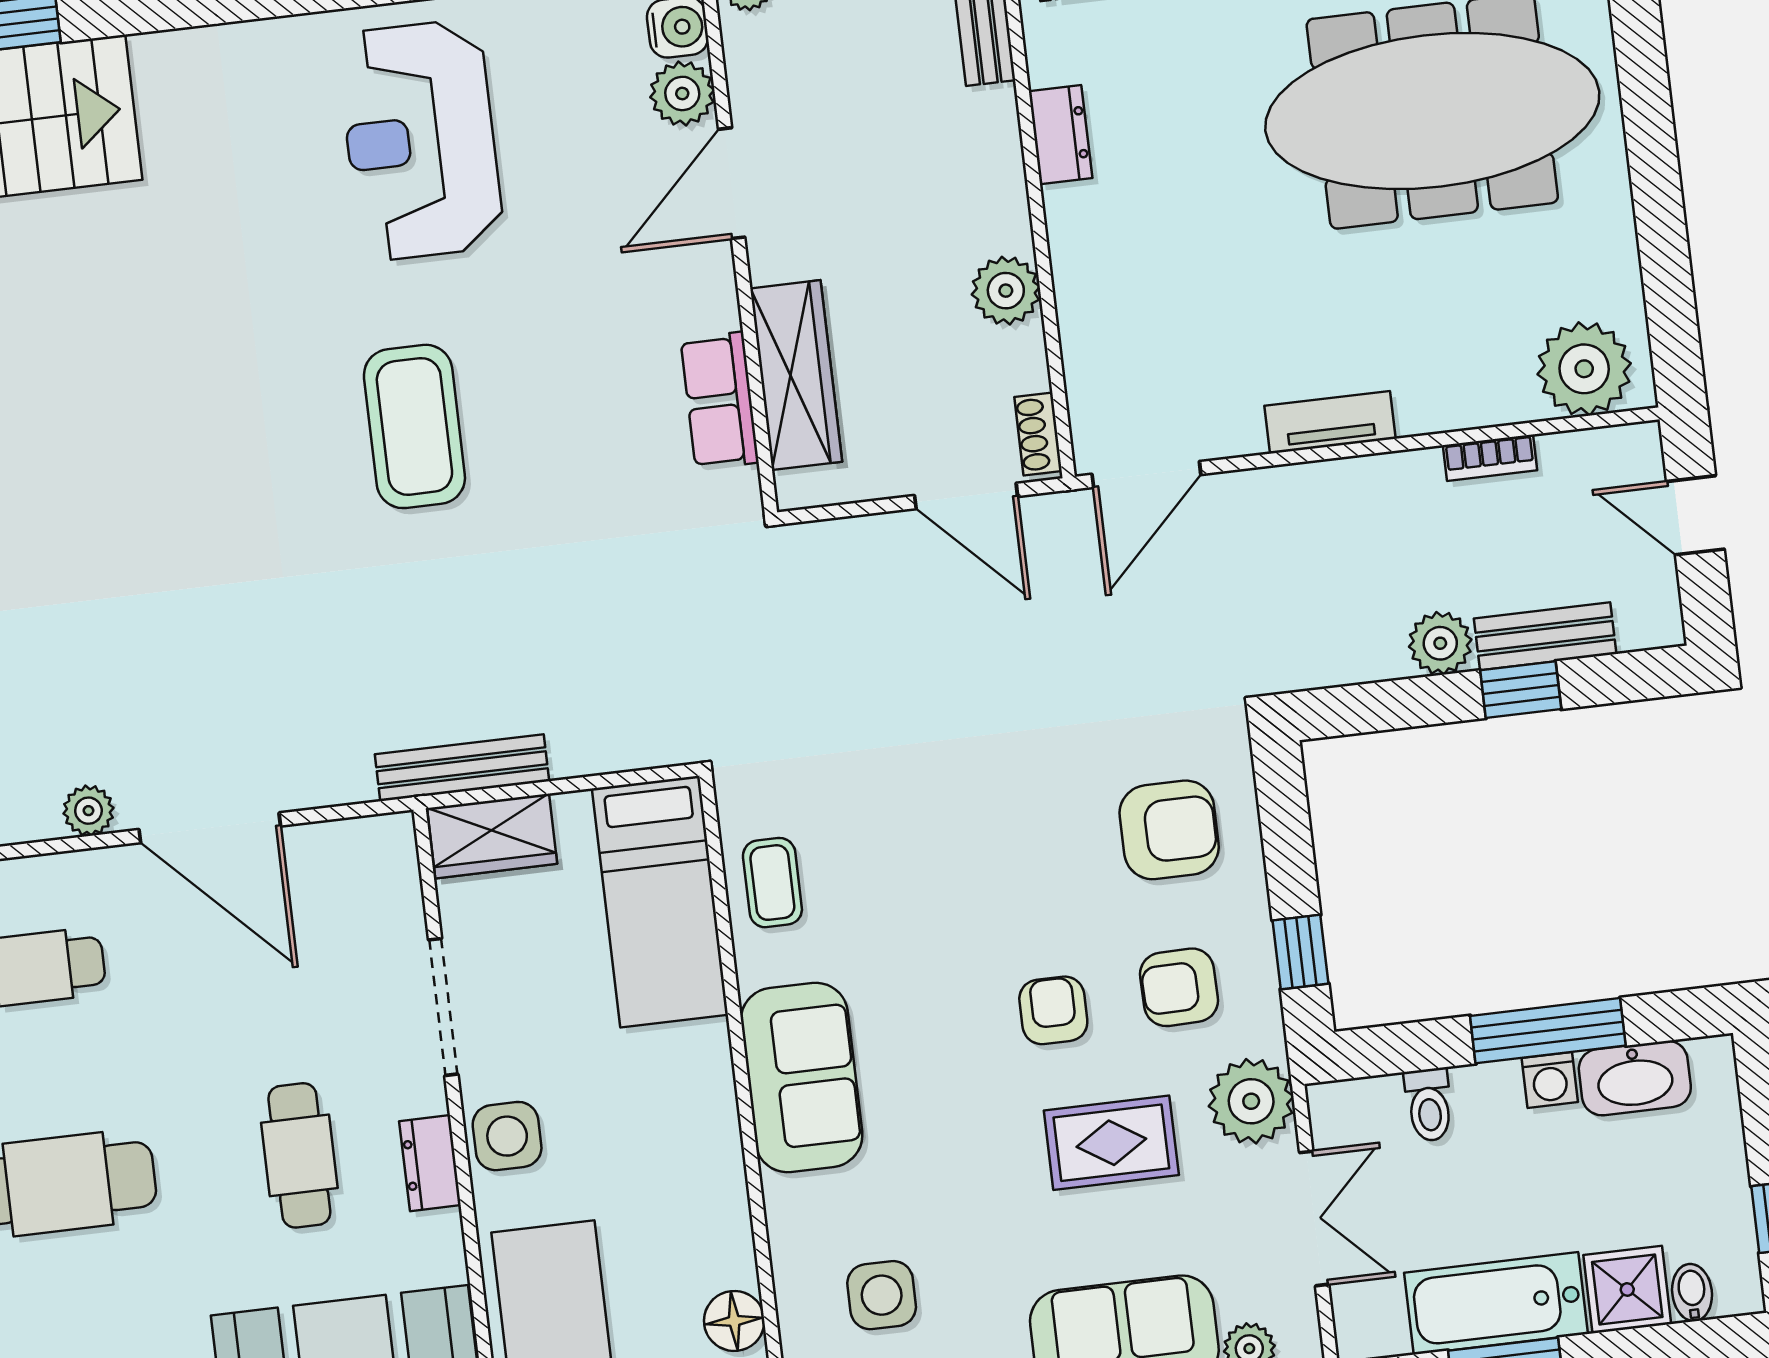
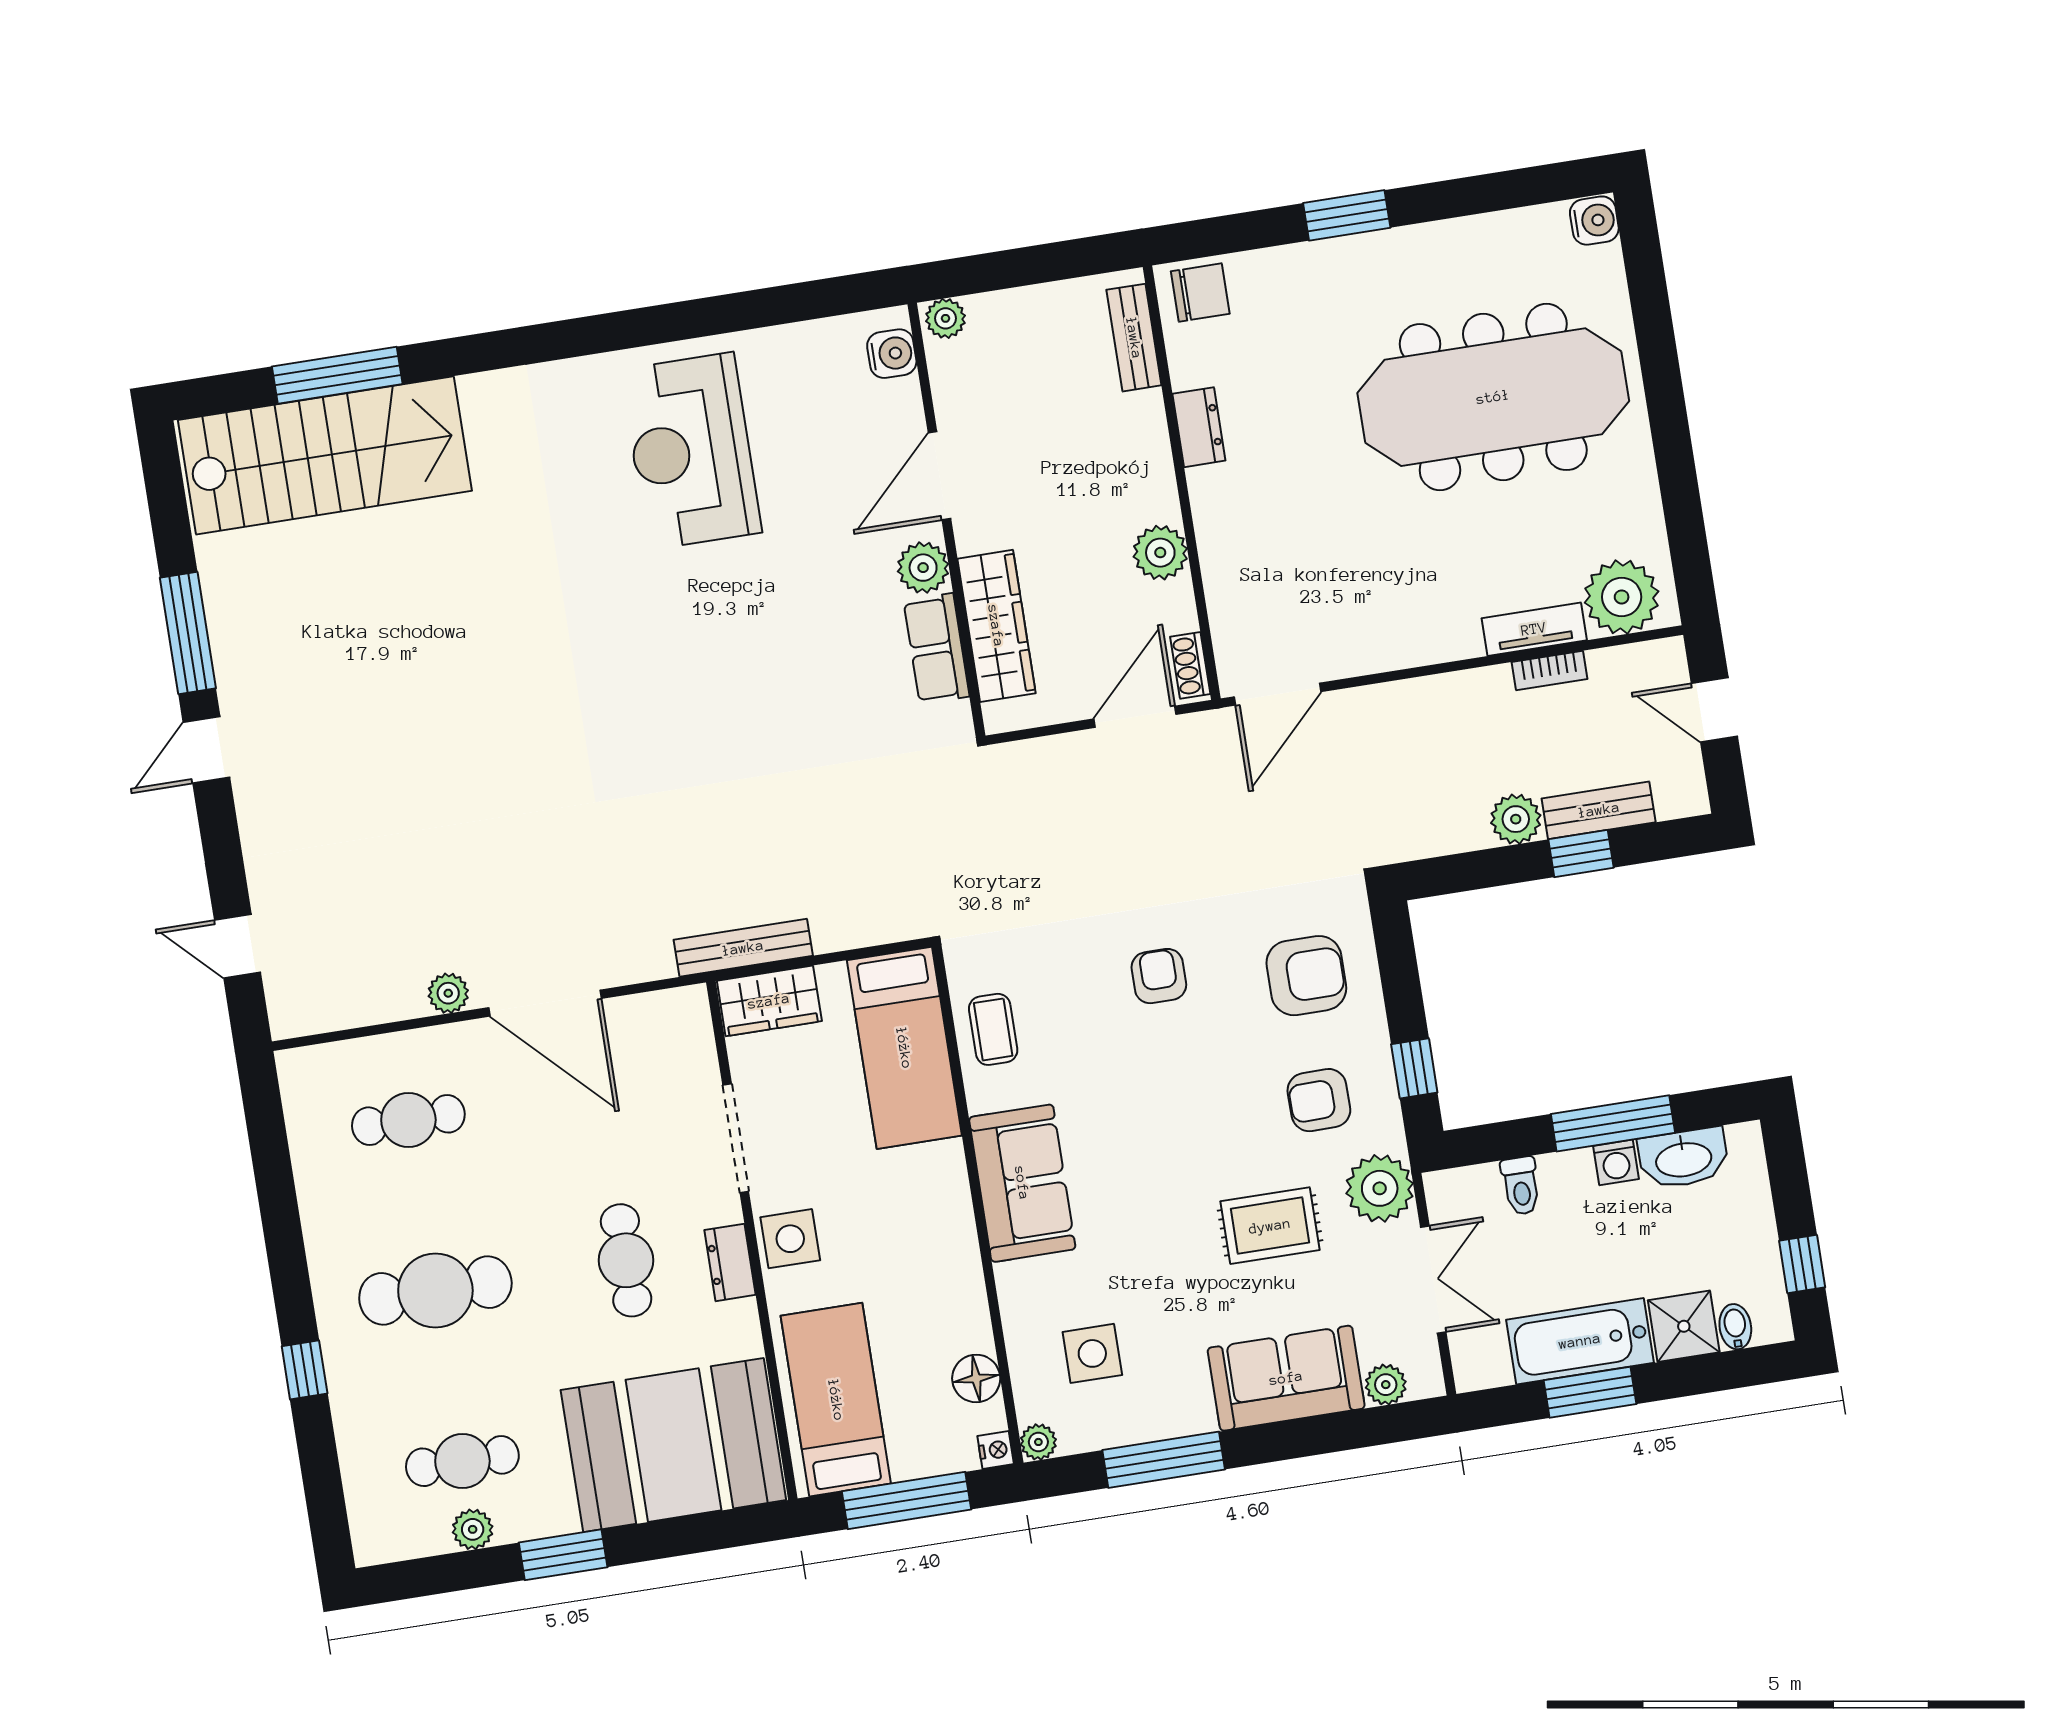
plant: (682, 93) -> (923, 568), moved
tv unit: (1330, 422) -> (1534, 629), moved
coffee table: (414, 426) -> (695, 678), removed
door: (966, 496) -> (1135, 717), swing flipped
armchair: (1053, 1010) -> (1159, 976), moved

